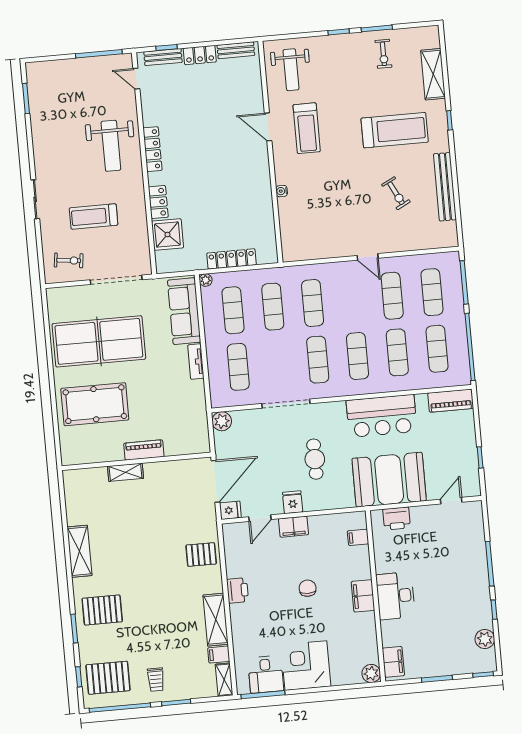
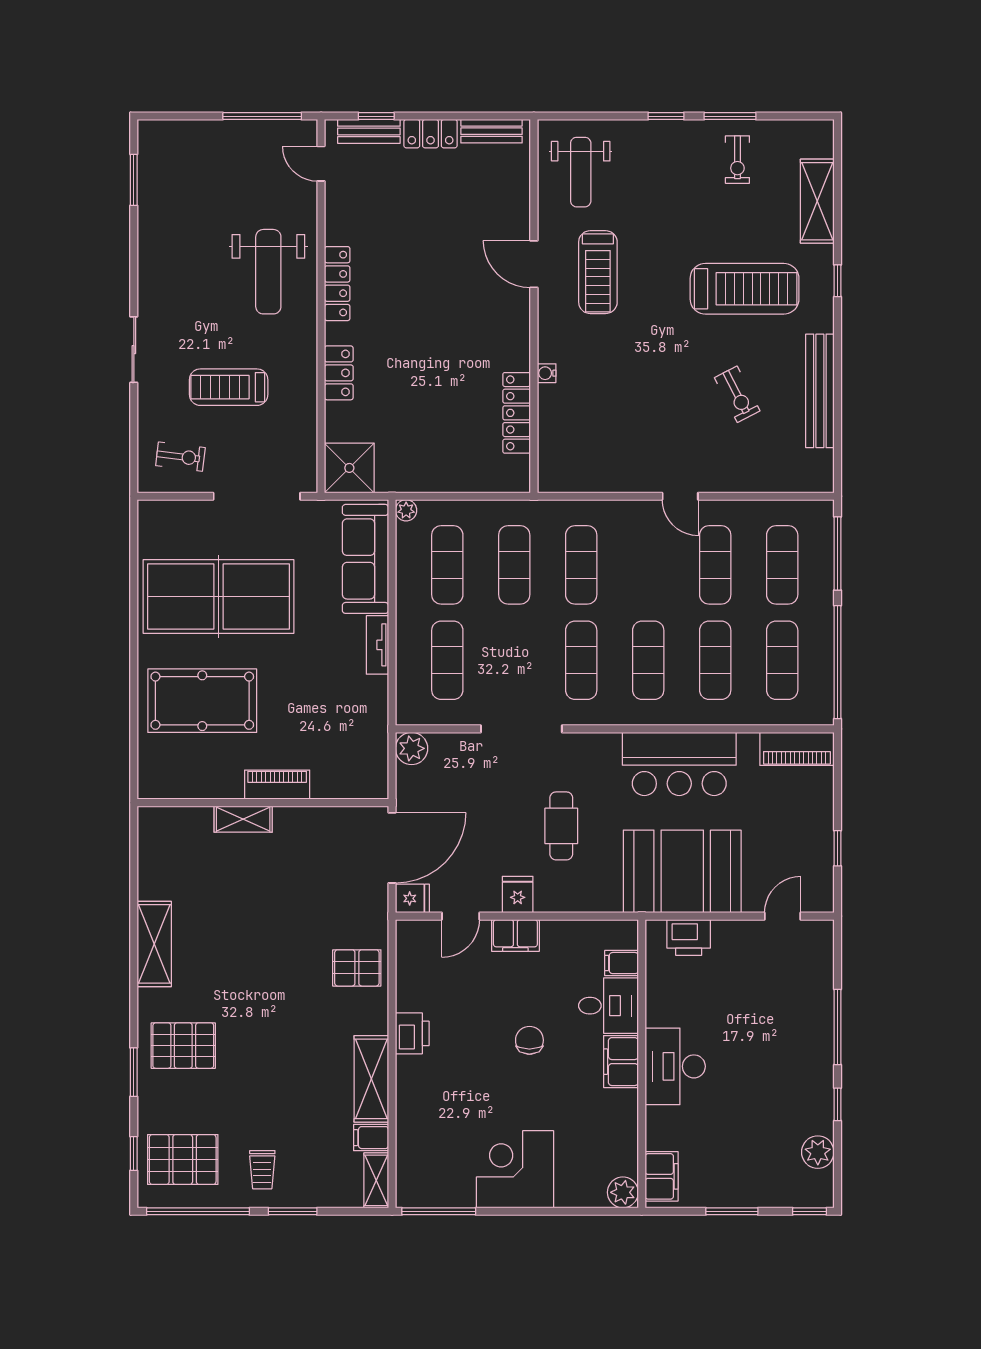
shower: (167, 234) -> (349, 468), moved
locker: (232, 259) -> (517, 413), moved, turned -90
desk: (266, 674) -> (608, 1006), moved, turned -90

